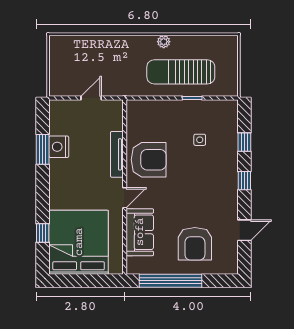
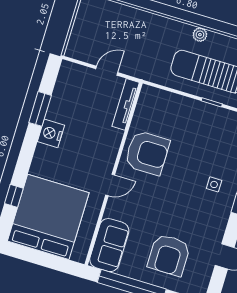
side table: (200, 140) -> (214, 184), moved
nightstand: (59, 147) -> (51, 133), moved
tv unit: (117, 154) -> (126, 104), moved
sofa: (140, 232) -> (109, 245), moved

